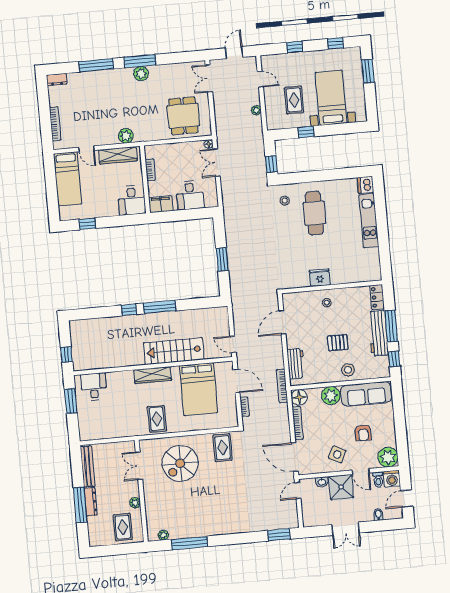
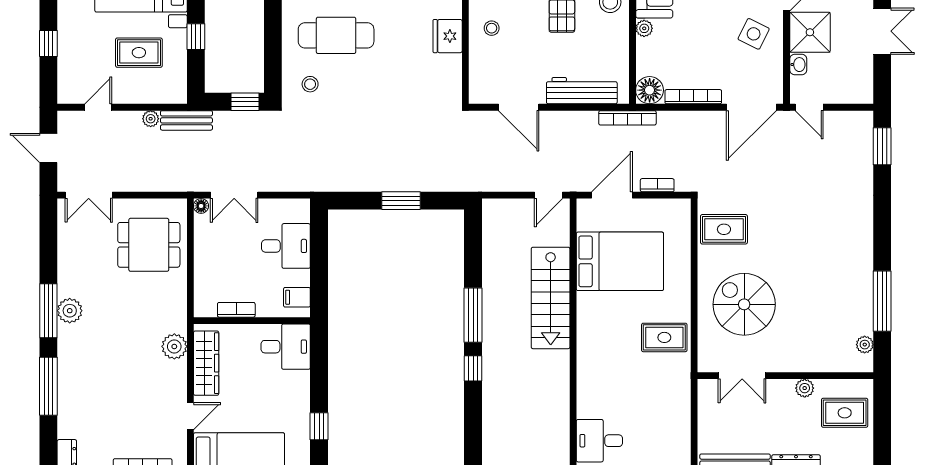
bench: (257, 131) -> (186, 120), added
filing cabinet: (161, 204) -> (297, 297), width x0.50
workbench: (296, 364) -> (582, 91), width x1.37
wardrobe: (153, 375) -> (589, 338), removed
plant: (331, 396) -> (644, 28), width x0.53, depth x0.53
spiral stairs: (180, 463) -> (744, 304), turned 180

